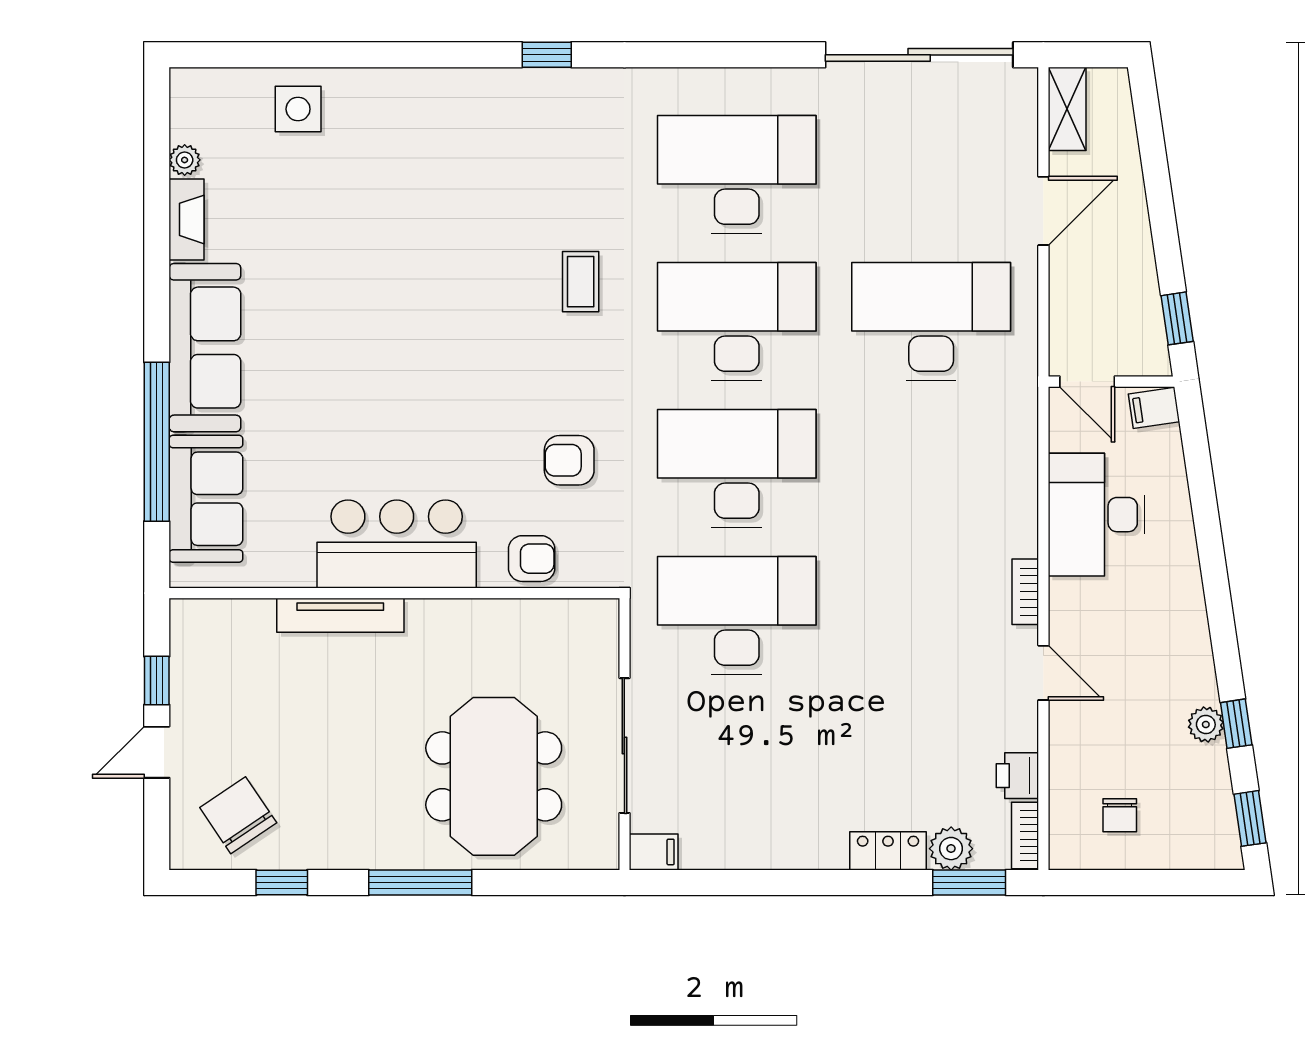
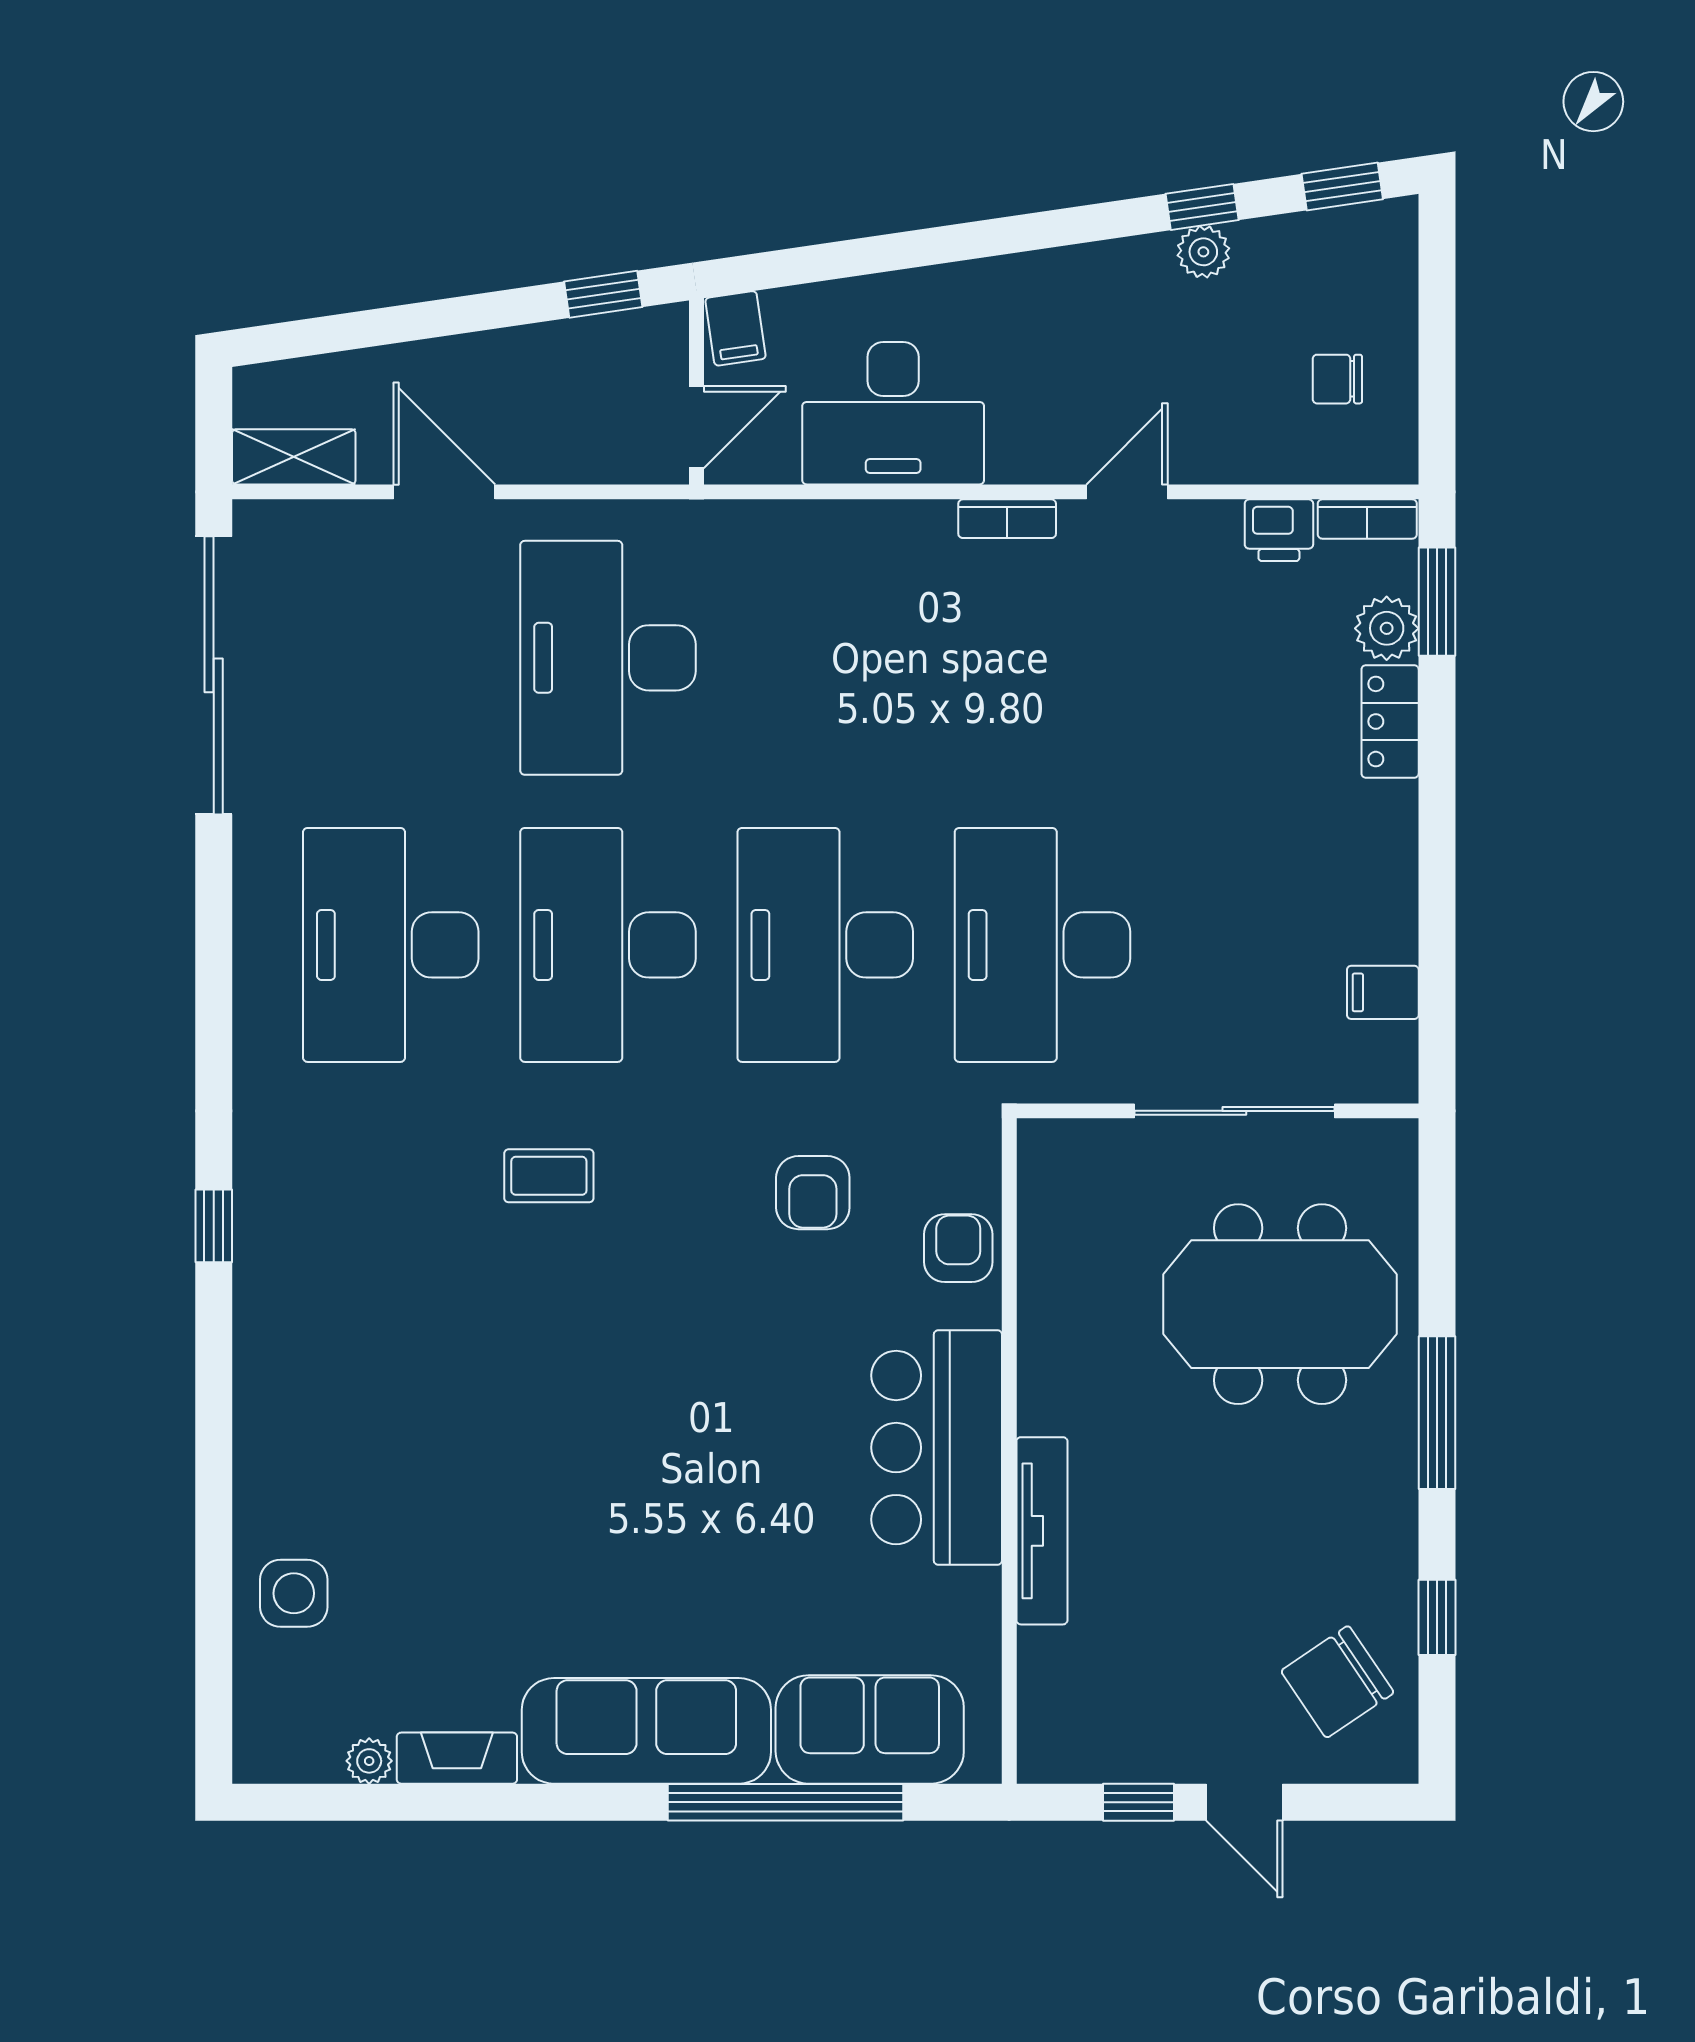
chair: (1120, 815) -> (1337, 379), turned 180
filing cabinet: (654, 852) -> (1383, 992), moved, turned -90

